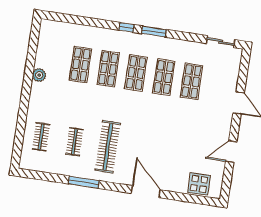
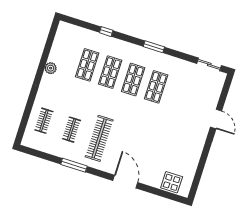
window: (127, 27) -> (106, 32), moved
shop shelf: (191, 81) -> (179, 94), removed
door: (231, 152) -> (203, 159), removed

